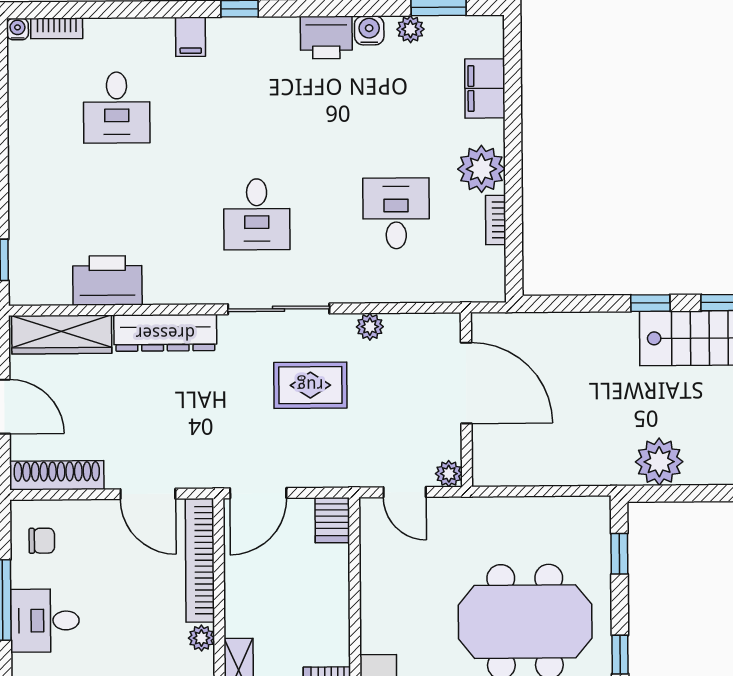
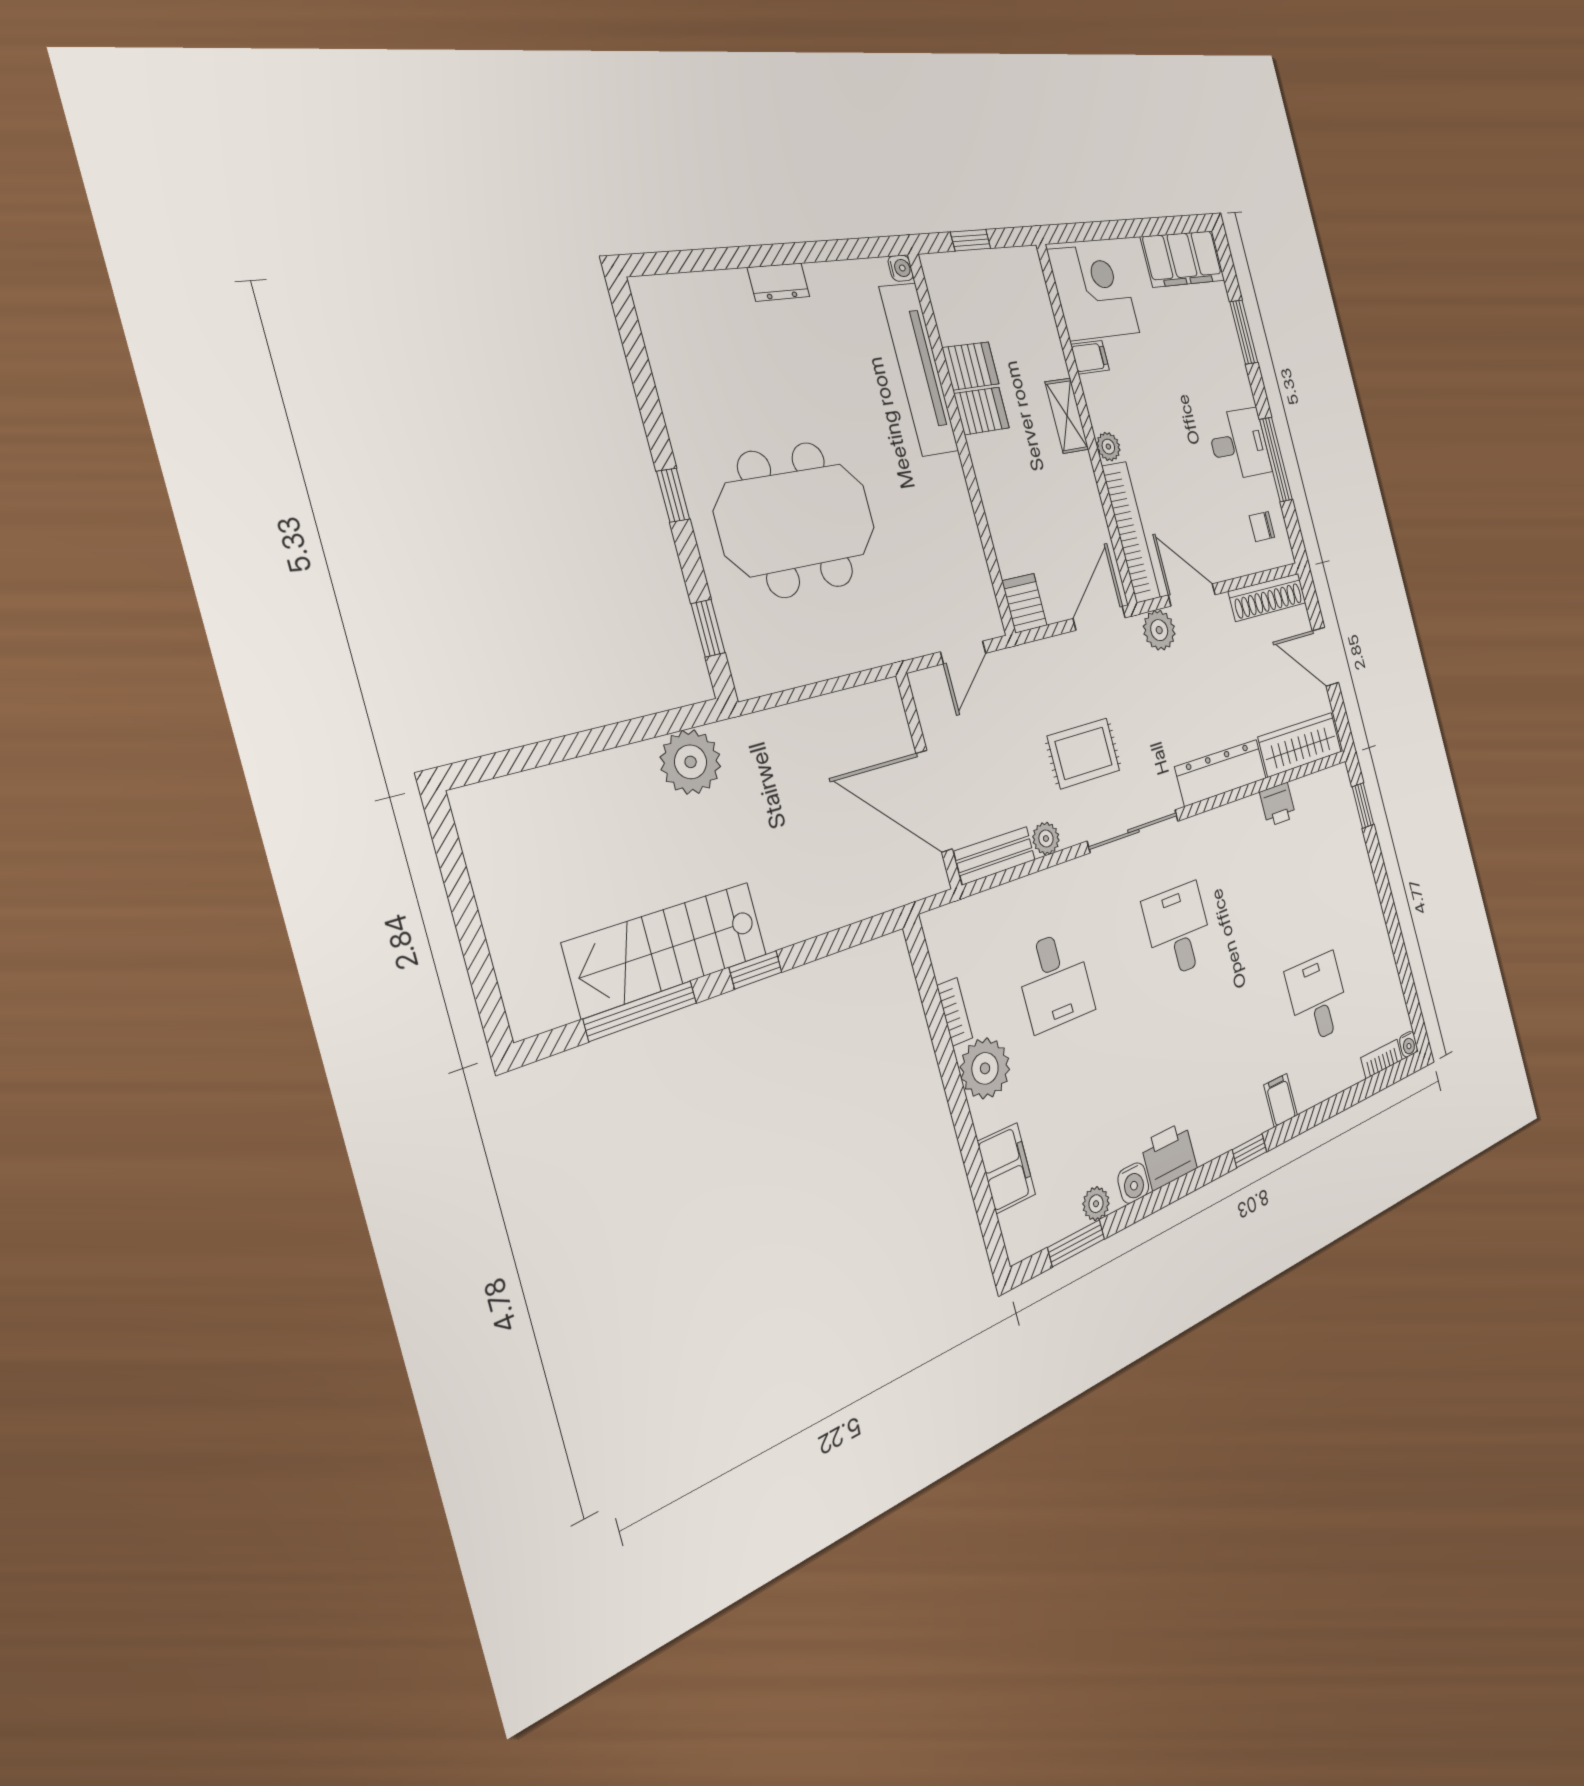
printer: (107, 280) -> (1278, 804), width x0.53, depth x0.68
bench: (423, 327) -> (995, 855), added
plant: (449, 474) -> (1159, 630), moved, width x1.38, depth x1.38
door: (405, 492) -> (963, 652), swing flipped

